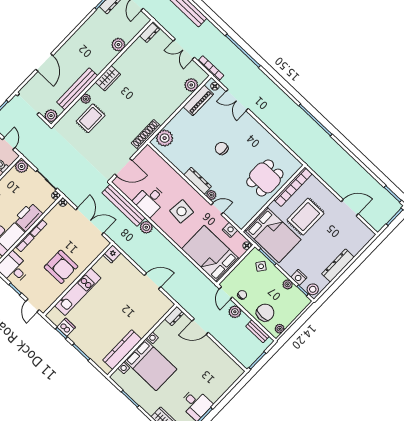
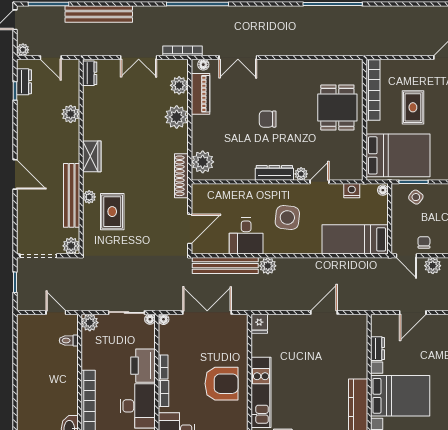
door: (44, 62) -> (15, 174), moved
plant: (174, 101) -> (177, 117), added
rug: (305, 217) -> (413, 107), width x0.73, depth x0.70
bed: (211, 254) -> (355, 239), width x0.67
dresser: (174, 316) -> (378, 349), moved

